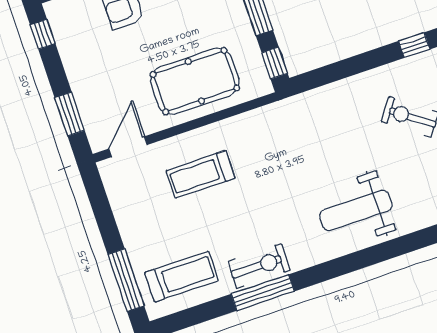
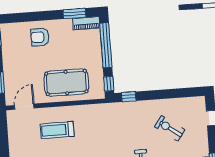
window: (414, 45) -> (129, 97), moved

